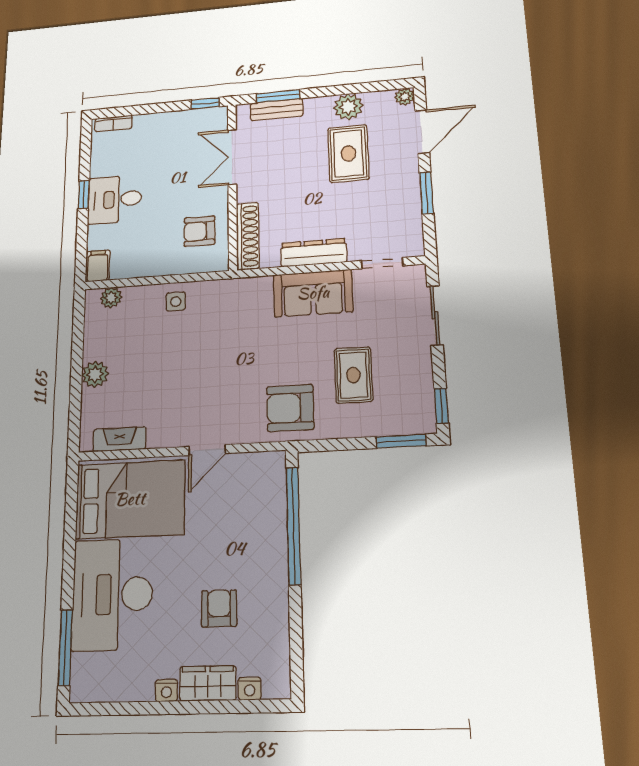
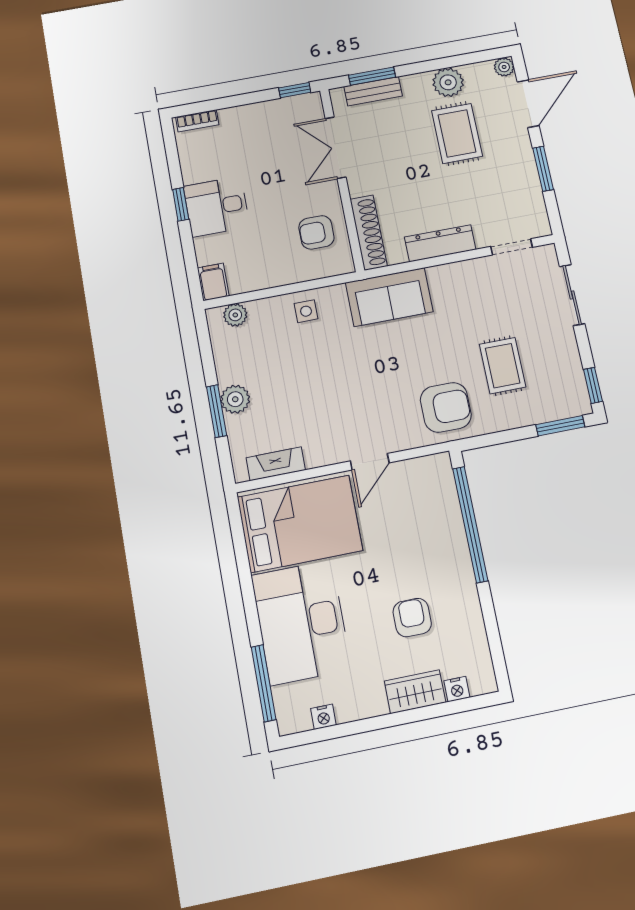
sofa: (313, 293) -> (389, 297), moved
window: (76, 383) -> (216, 411), added
armchair: (290, 408) -> (446, 407), turned 180
nightstand: (166, 690) -> (323, 717), moved

